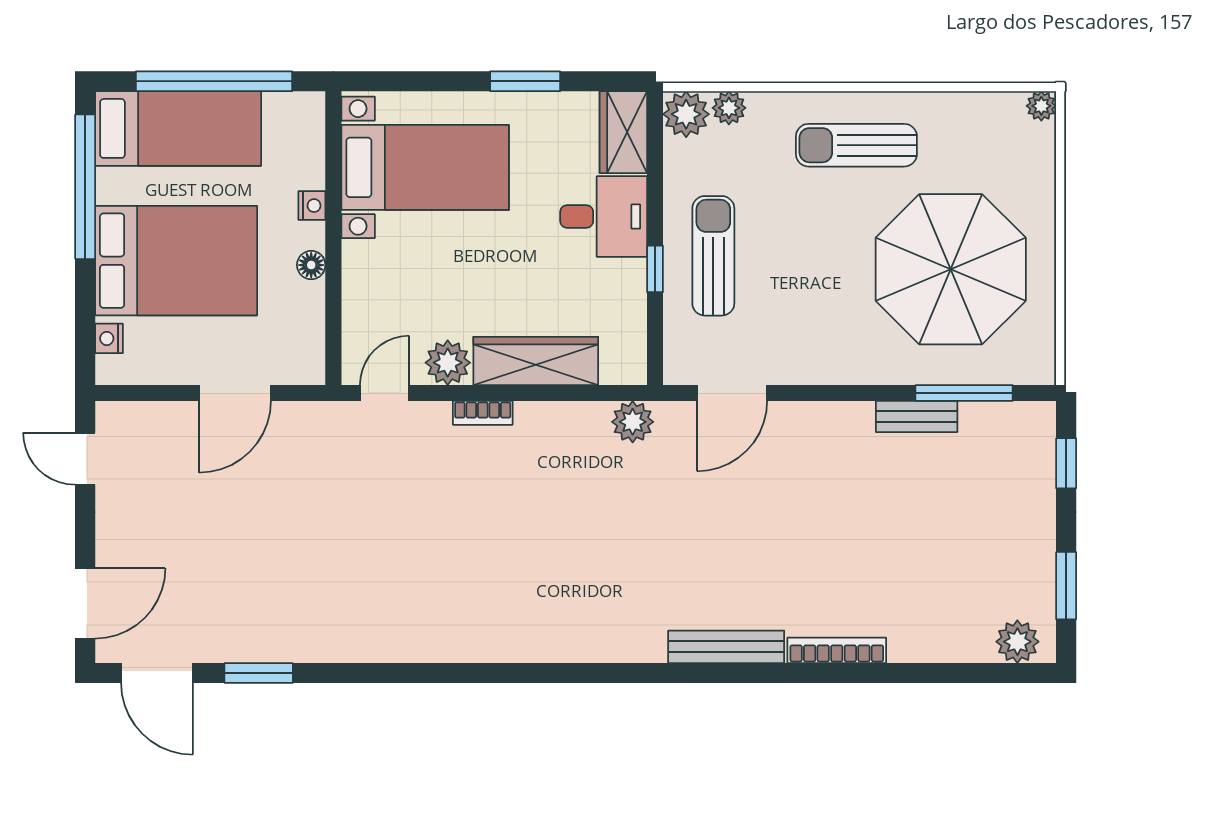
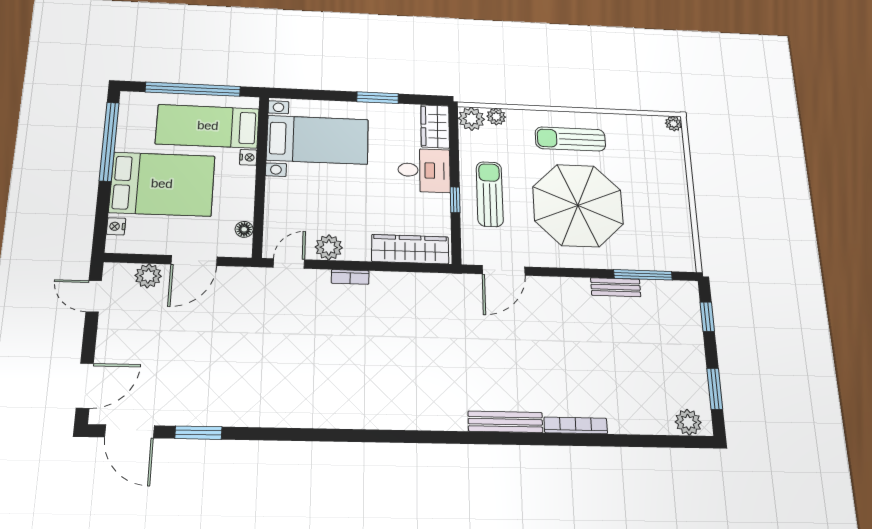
bed: (178, 128) -> (208, 126), moved, turned 180
floor lamp: (311, 265) -> (244, 229), moved
parasol: (951, 269) -> (578, 205), moved
wardrobe: (536, 361) -> (410, 249), moved
plant: (633, 422) -> (148, 276), moved

